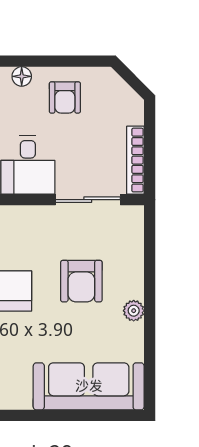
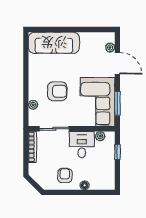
armchair: (81, 281) -> (57, 91), turned 90
plant: (134, 311) -> (33, 105), moved

